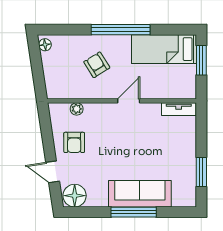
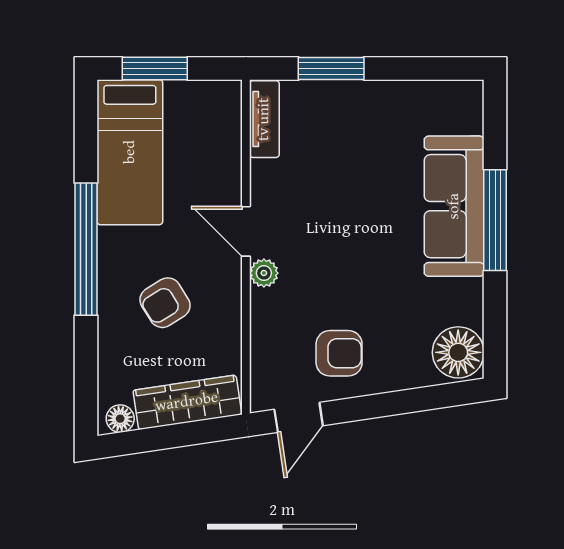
wardrobe: (52, 75) -> (187, 402), added
plant: (77, 109) -> (264, 273), moved
door: (53, 172) -> (299, 417), moved
window: (201, 172) -> (331, 68), moved

